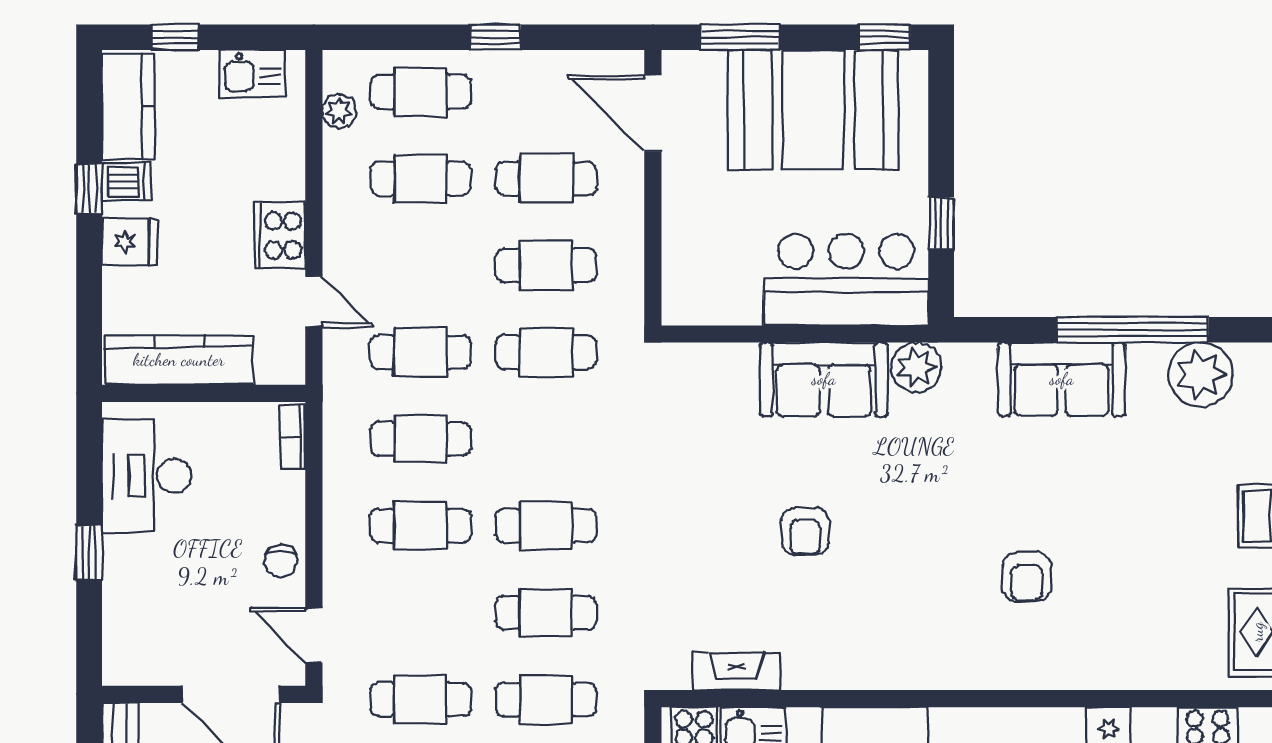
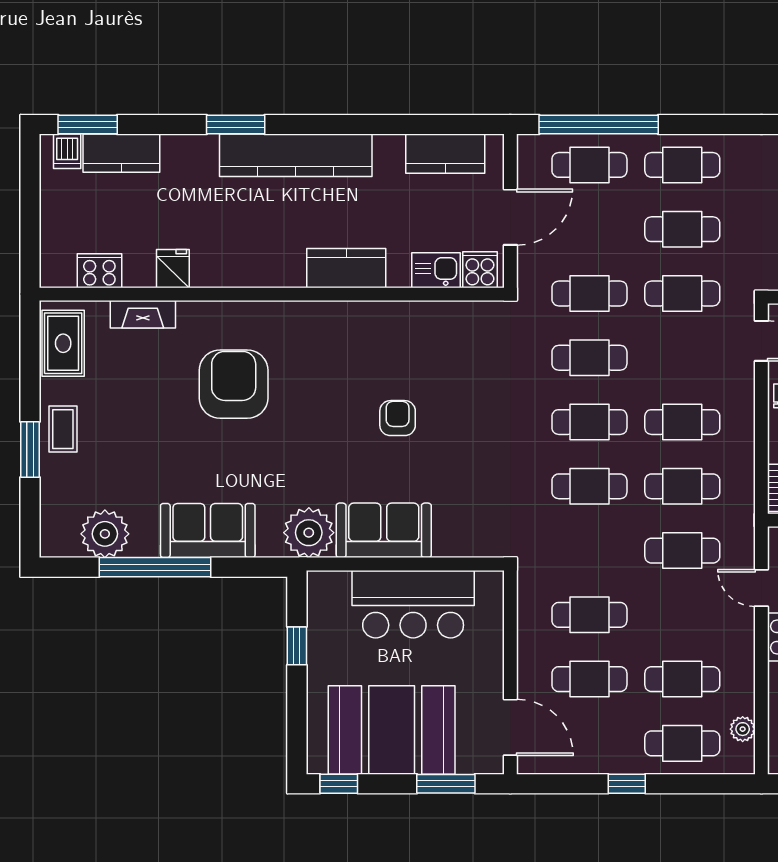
bar counter: (846, 280) -> (413, 604), moved
cafe table: (546, 352) -> (589, 486), moved
plant: (916, 367) -> (309, 533), width x1.36, depth x1.36
armchair: (1027, 577) -> (234, 384), width x1.88, depth x1.88
fireplace: (736, 671) -> (143, 314), moved

